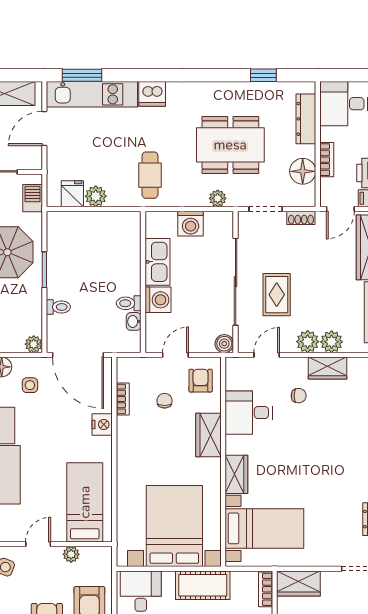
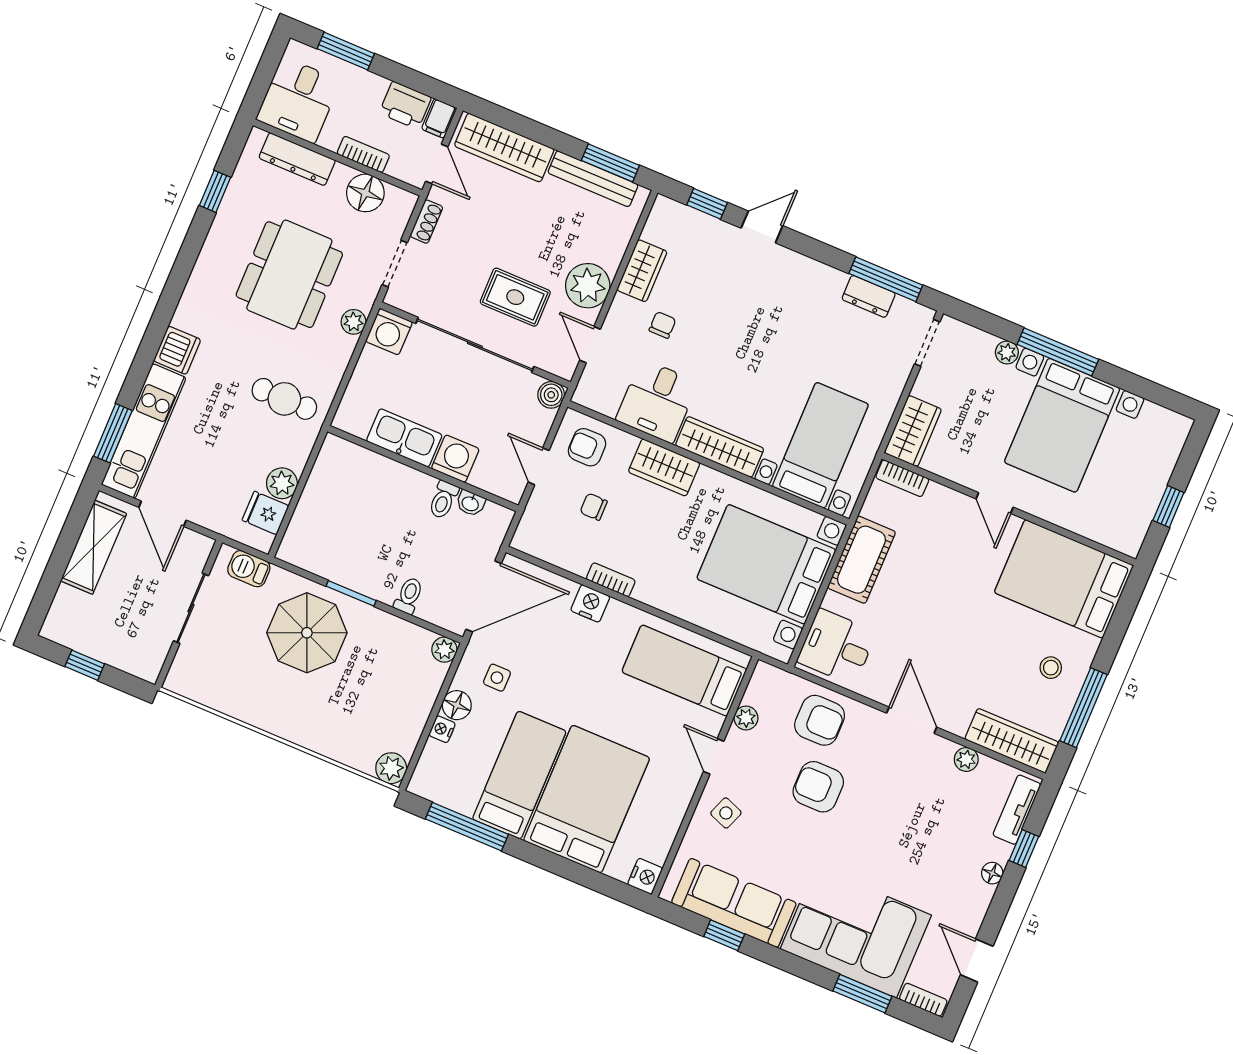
washing machine: (191, 224) -> (389, 332), moved, turned 90
plant: (308, 342) -> (588, 286), width x1.36, depth x1.36
plant: (332, 342) -> (609, 251), removed
bookcase: (123, 399) -> (611, 580), moved
wardrobe: (236, 474) -> (720, 447), width x1.50

